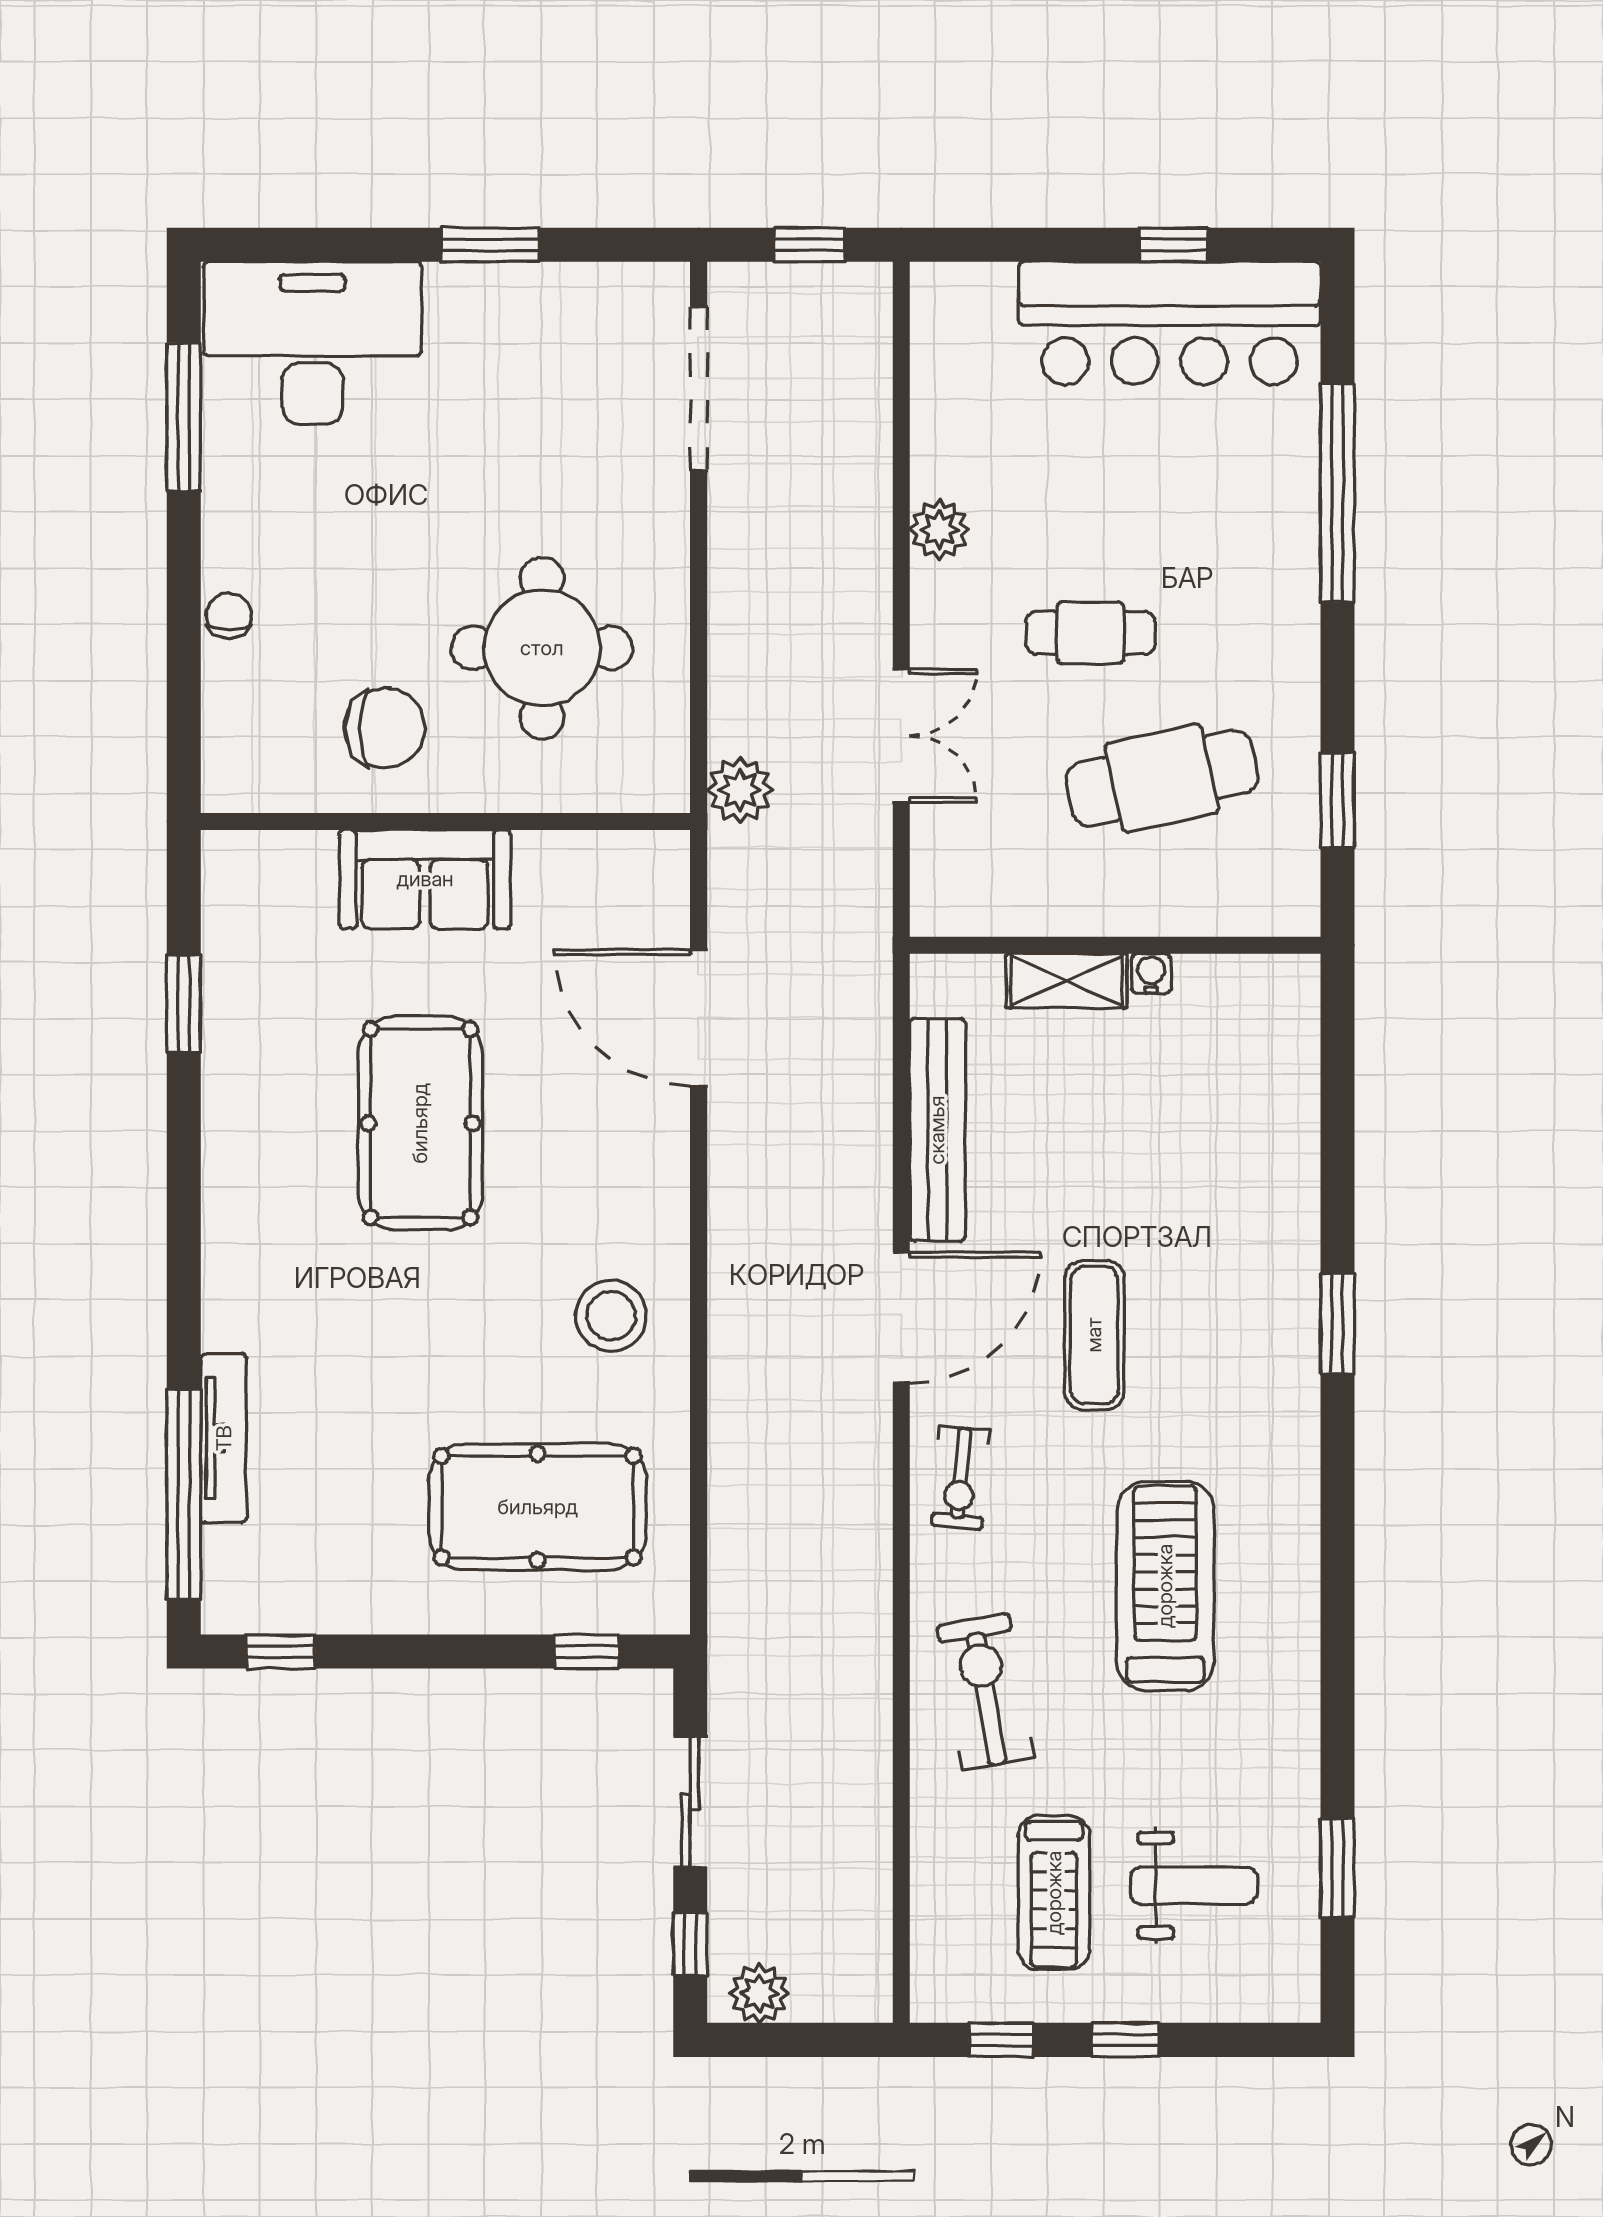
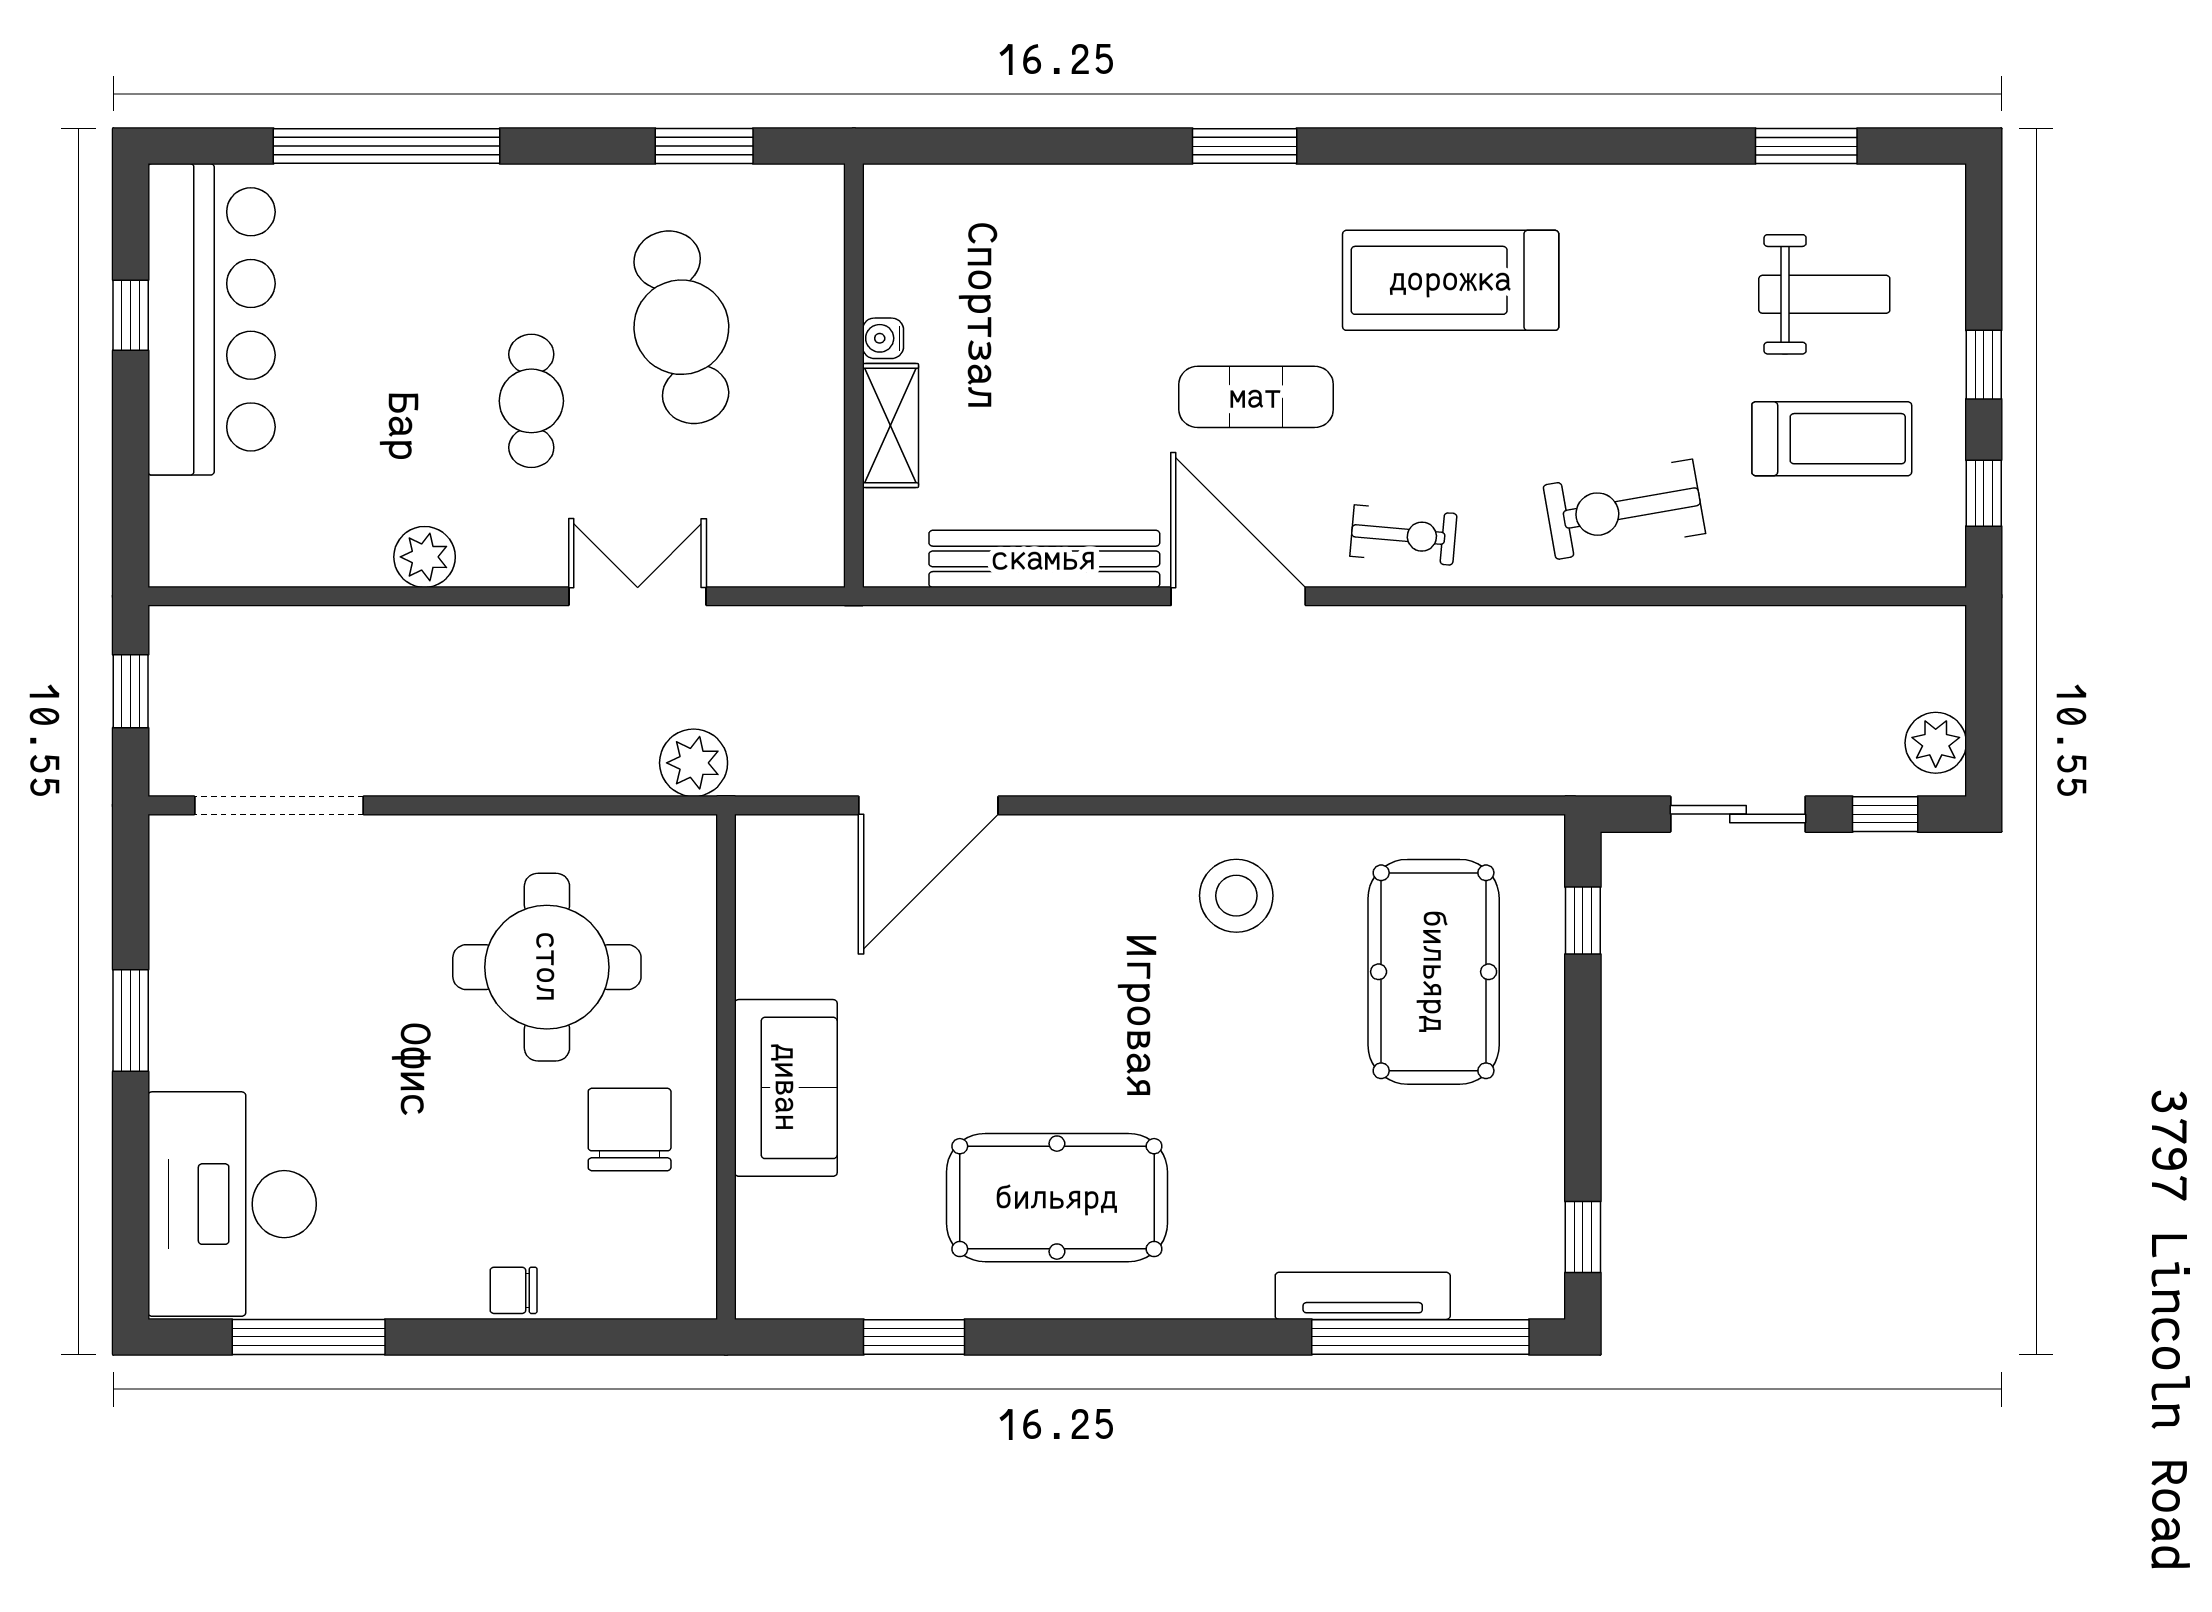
pool table: (420, 1123) -> (1057, 1198), moved
treadmill: (1165, 1586) -> (1451, 280), moved
weight bench: (1194, 1885) -> (1824, 294), turned 90

